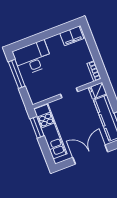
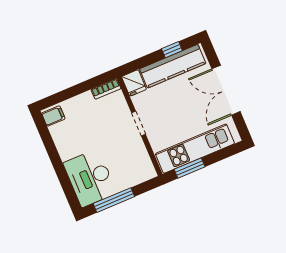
filing cabinet: (72, 36) -> (53, 116), width x0.50

